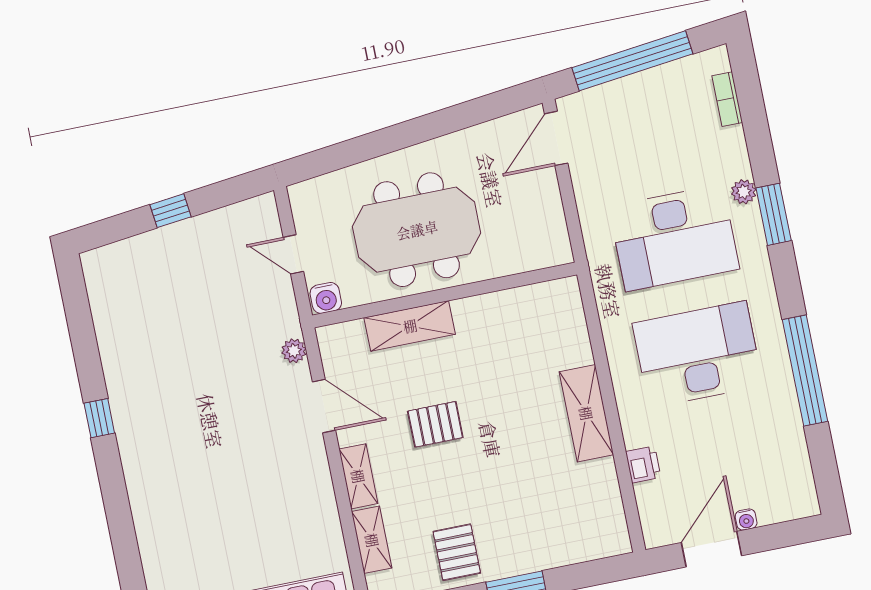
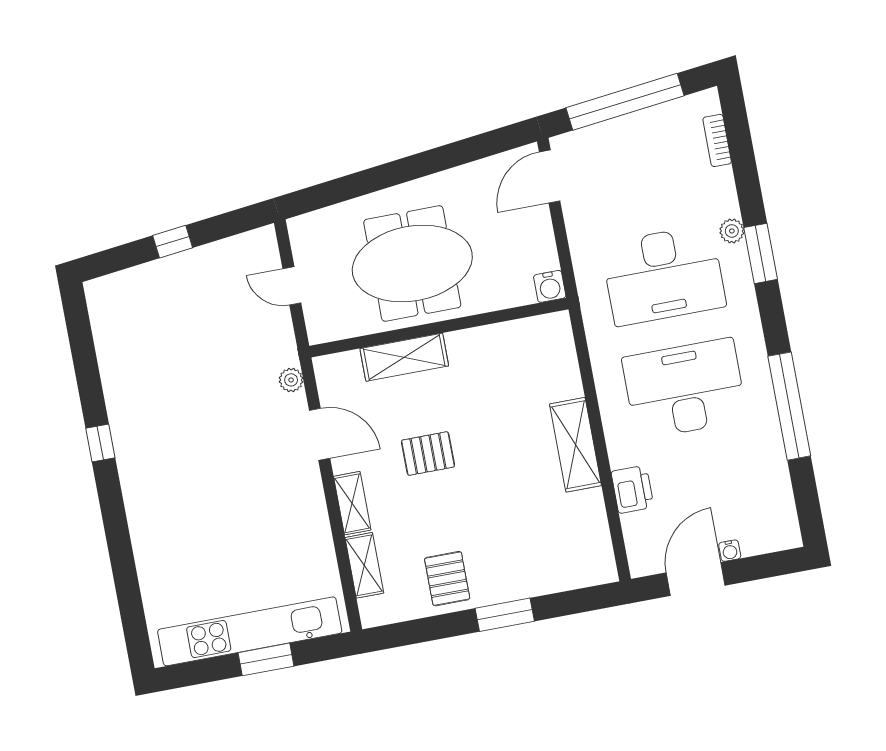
water cooler: (326, 298) -> (550, 286), moved
printer: (643, 465) -> (632, 489), width x1.36, depth x1.24

